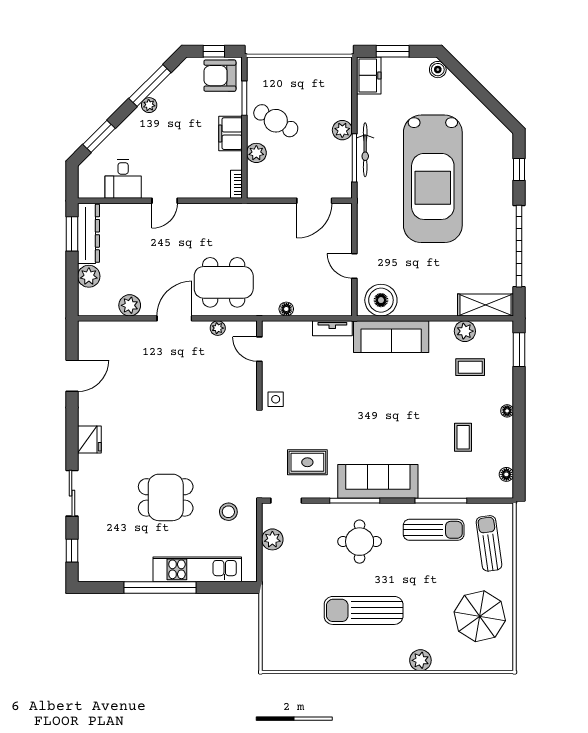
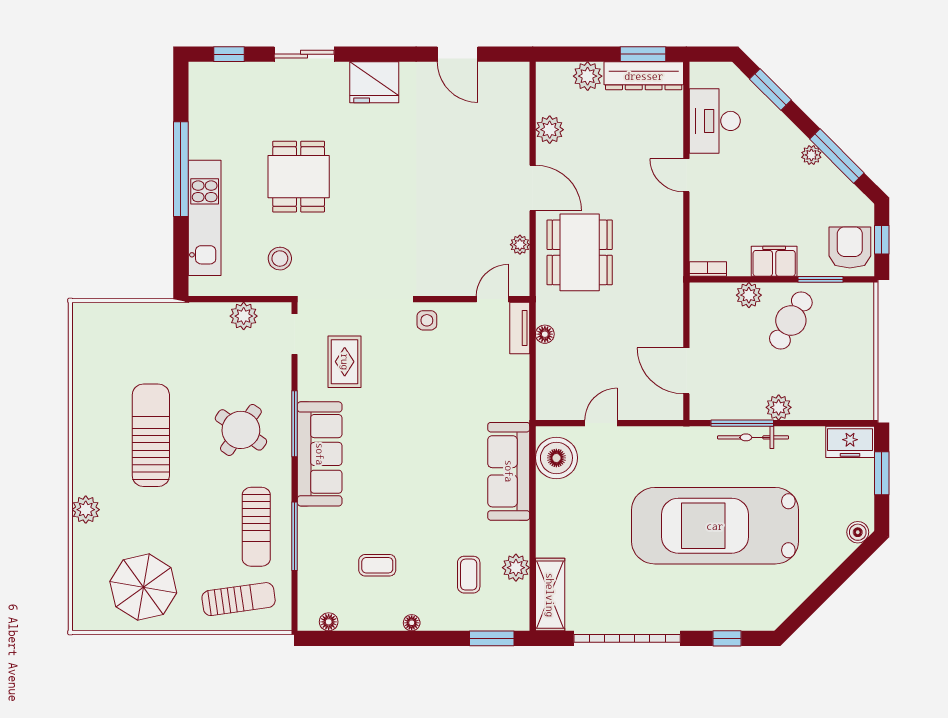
desk: (123, 179) -> (715, 121), width x1.37
tv unit: (332, 328) -> (520, 328), moved
fridge: (89, 440) -> (374, 82), width x1.36, depth x1.34
round table: (360, 542) -> (241, 430), turned 35

